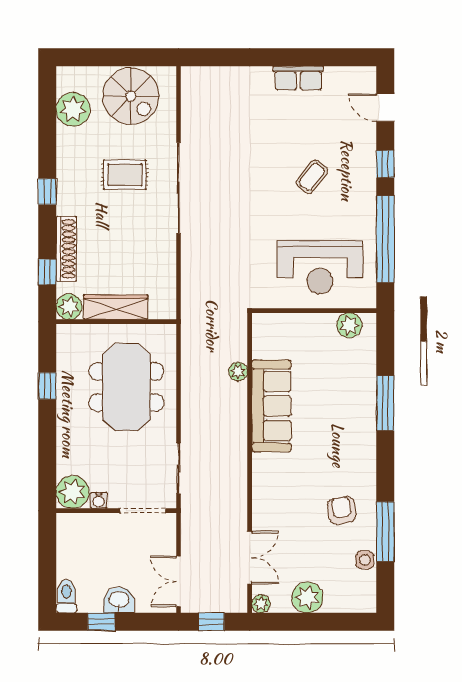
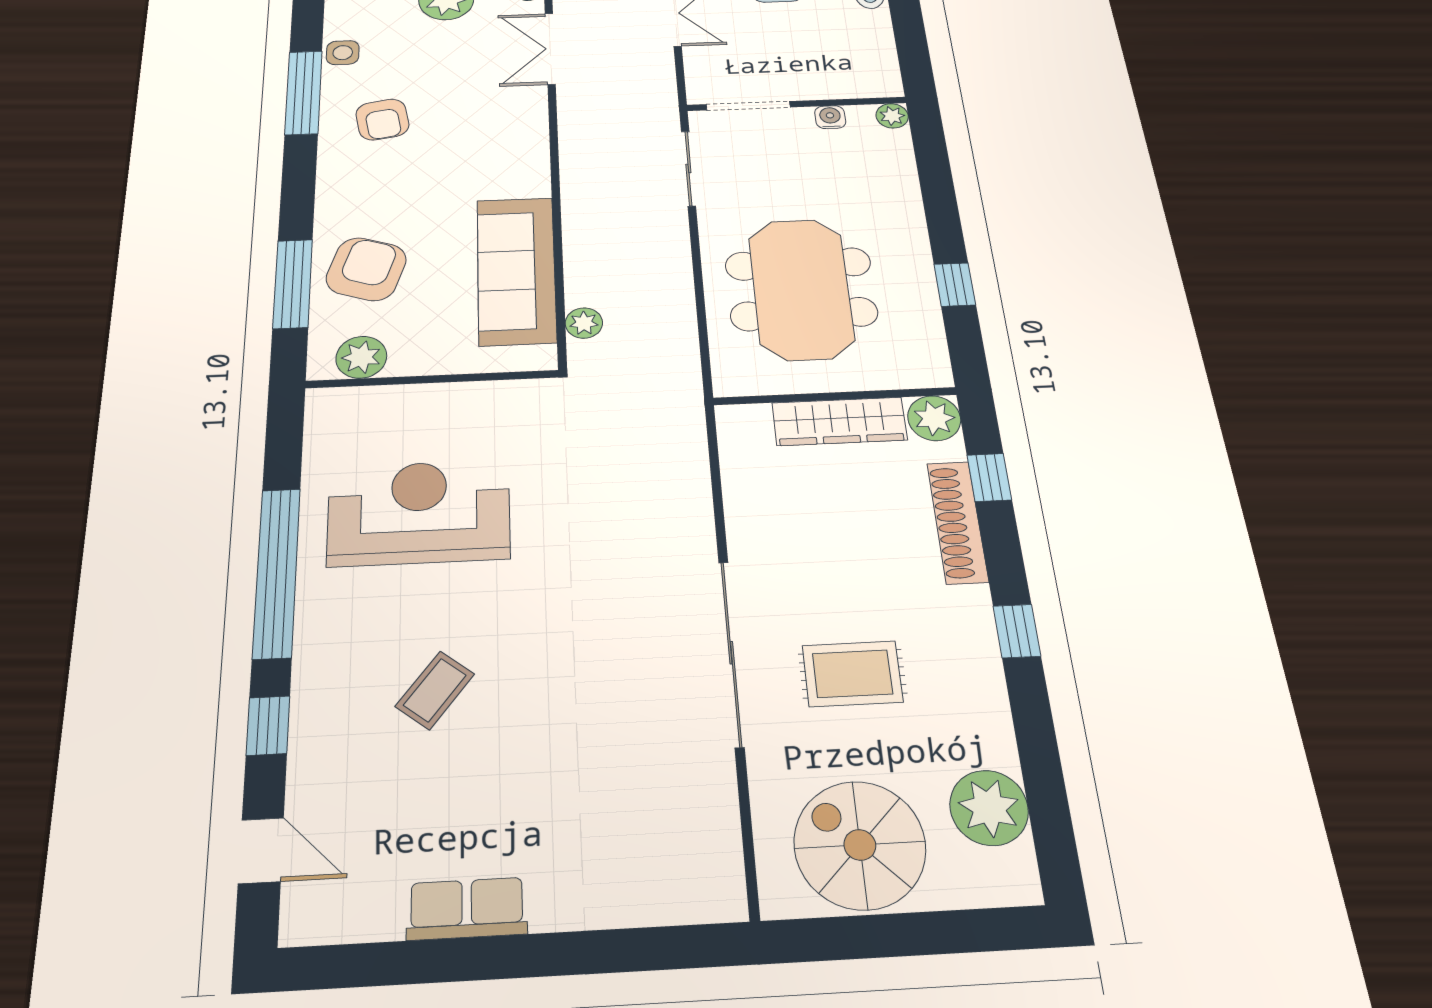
wall: (314, 311) -> (432, 379), moved
plant: (349, 325) -> (361, 357), moved
armchair: (348, 411) -> (366, 269), added
plant: (73, 492) -> (892, 116), width x0.53, depth x0.53

